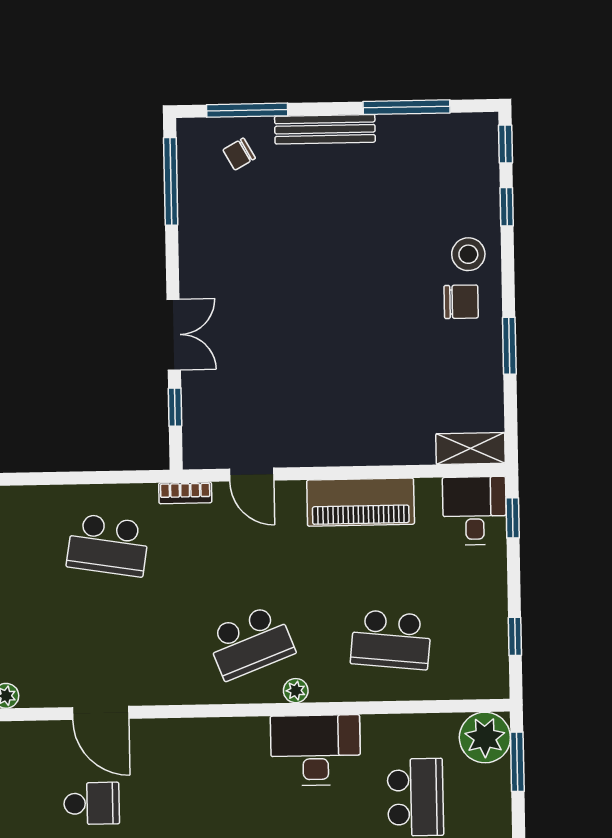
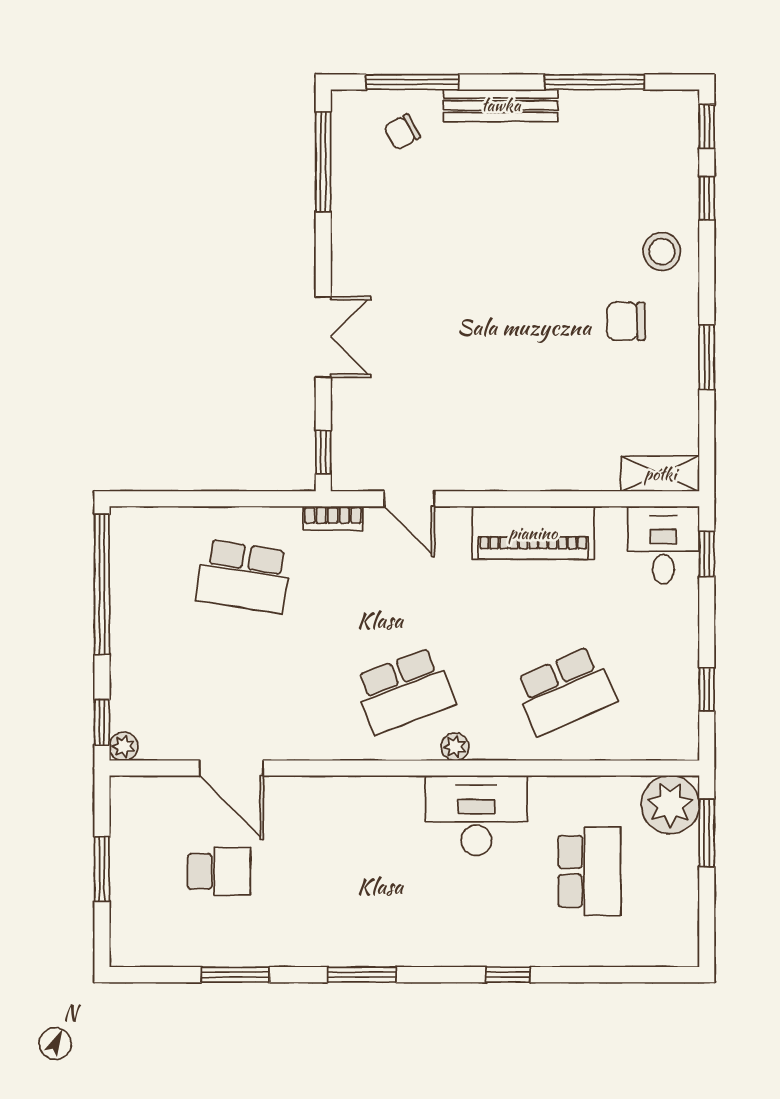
chair: (461, 302) -> (626, 321), moved, turned 180
window: (175, 407) -> (323, 452), moved
school desk: (391, 640) -> (565, 691), turned -30

